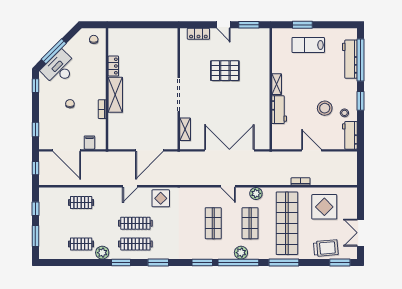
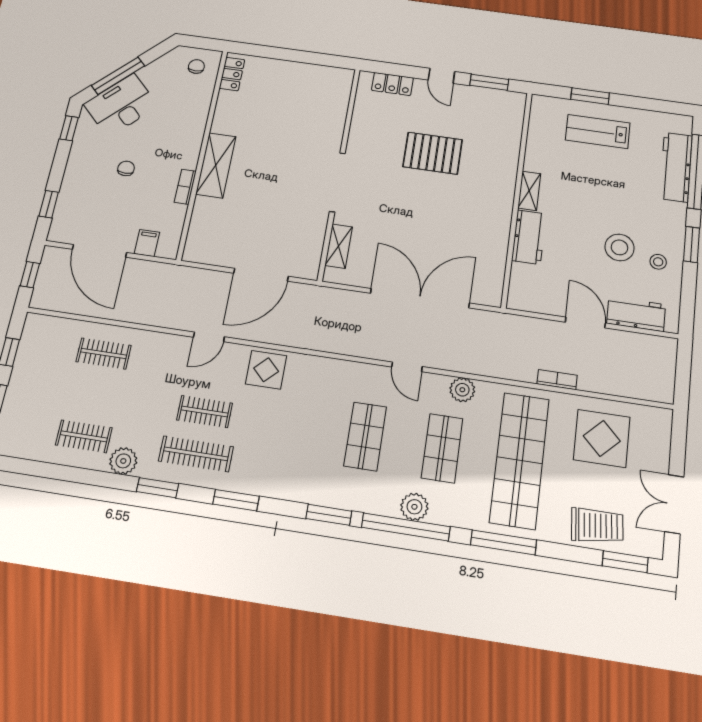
locker: (113, 66) -> (232, 74), moved
workbench: (350, 135) -> (636, 314), moved, turned 90
clothes rail: (135, 223) -> (205, 412), width x0.73

